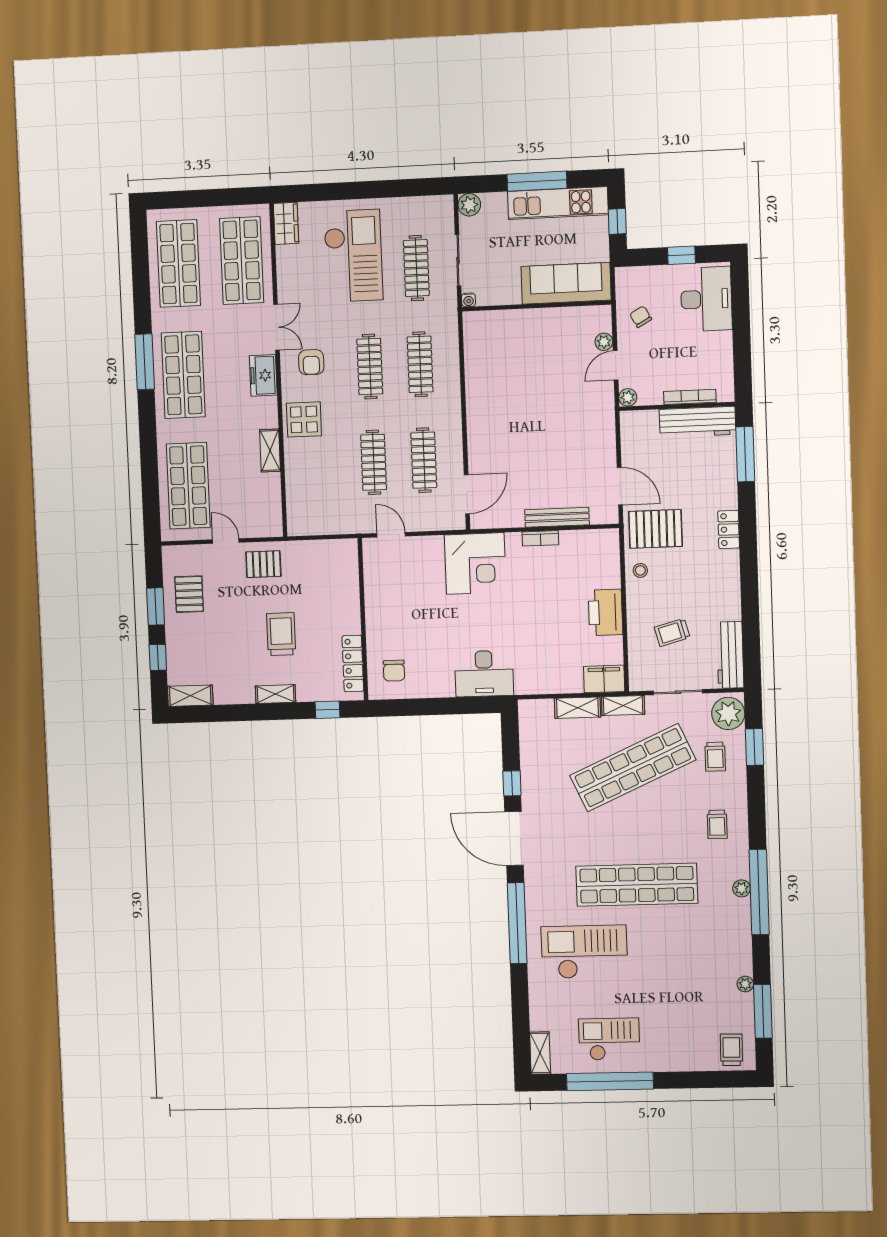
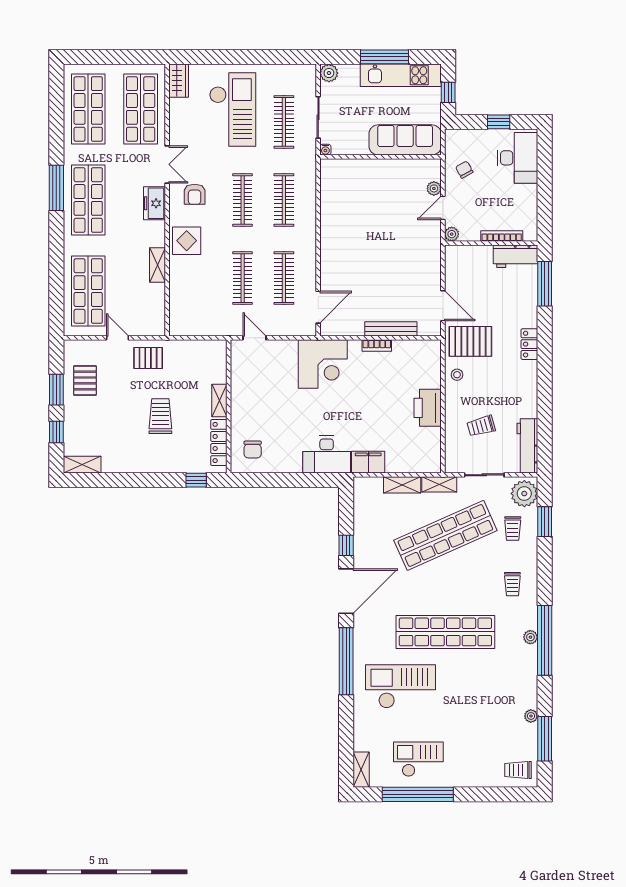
workbench: (697, 422) -> (515, 256), width x0.73
filing cabinet: (604, 679) -> (368, 462), moved
shelving: (276, 694) -> (219, 401), moved, turned 90
door: (514, 839) -> (346, 591), swing flipped
trolley: (731, 1050) -> (518, 770), turned -91

